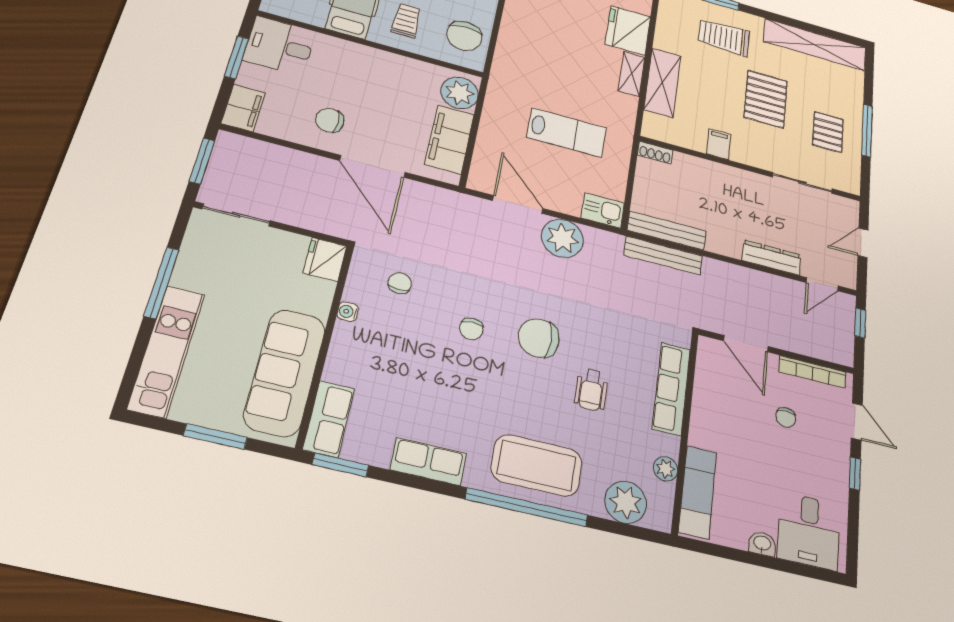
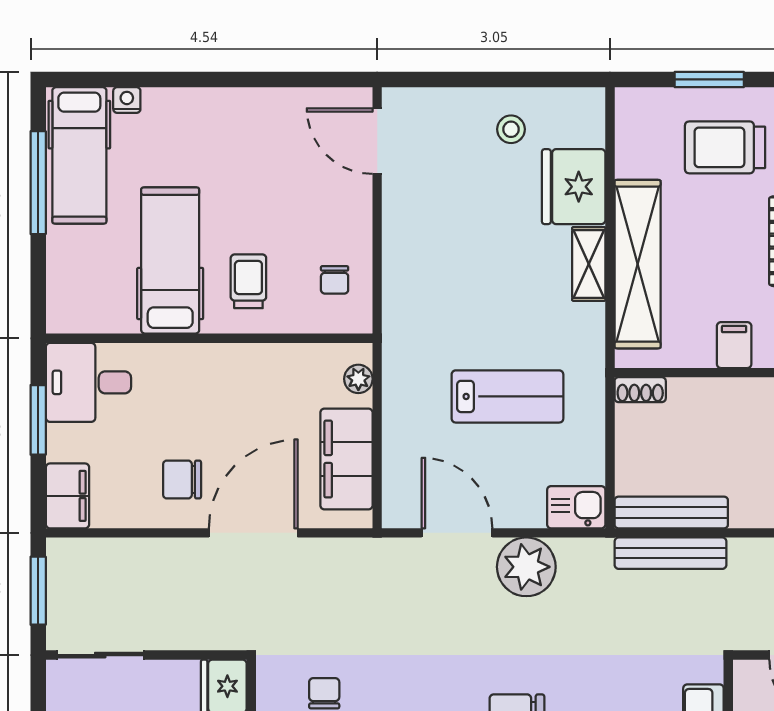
chair: (464, 36) -> (335, 280), width x0.54, depth x0.54
shelving: (662, 83) -> (638, 264), width x1.47
plant: (460, 93) -> (358, 379), width x0.53, depth x0.53
door: (373, 166) -> (253, 533), swing flipped

